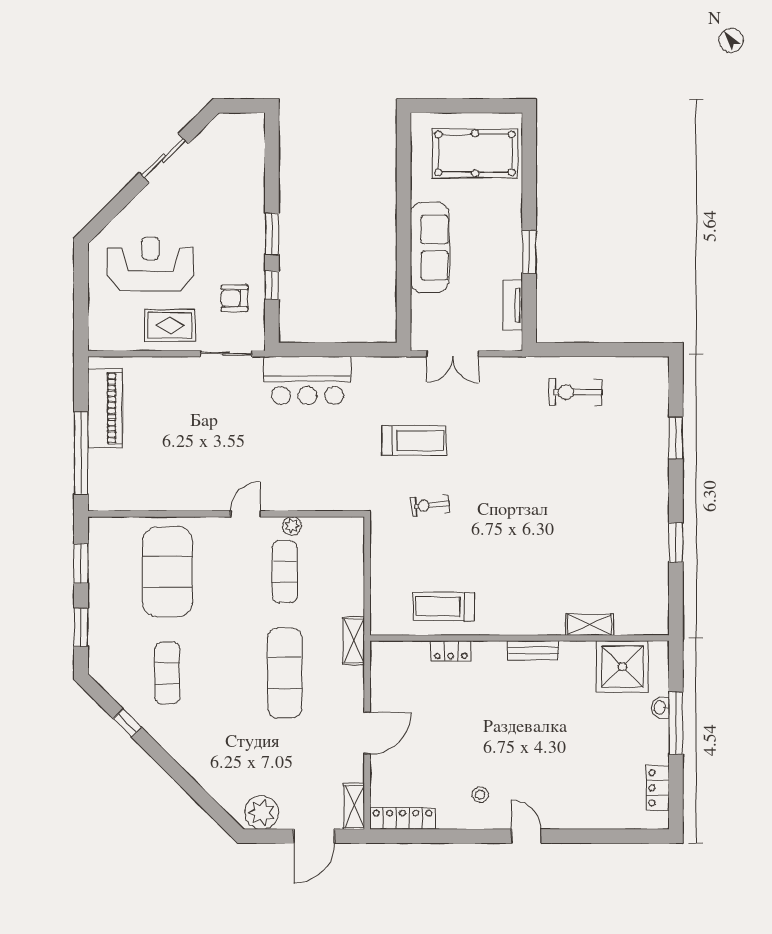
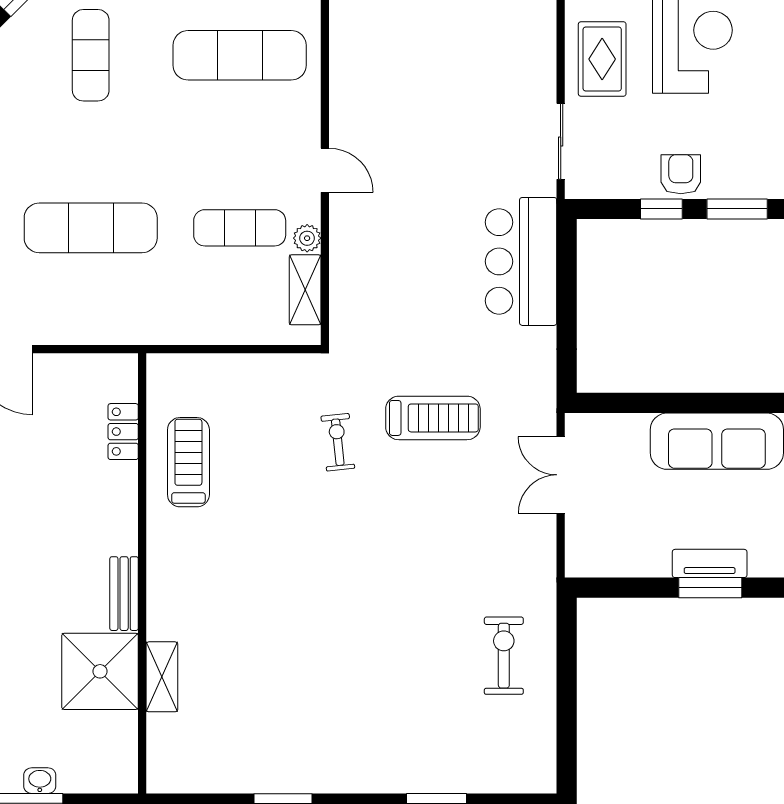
armchair: (235, 298) -> (681, 174), moved
tv unit: (513, 305) -> (710, 563), moved
treadmill: (414, 440) -> (433, 418), turned -90
exercise mat: (167, 572) -> (240, 55), width x0.68
shelving: (354, 641) -> (305, 290), moved, turned 90
locker: (451, 651) -> (123, 432), moved
shower: (622, 667) -> (100, 671), moved
exercise mat: (167, 673) -> (91, 55), turned 90

